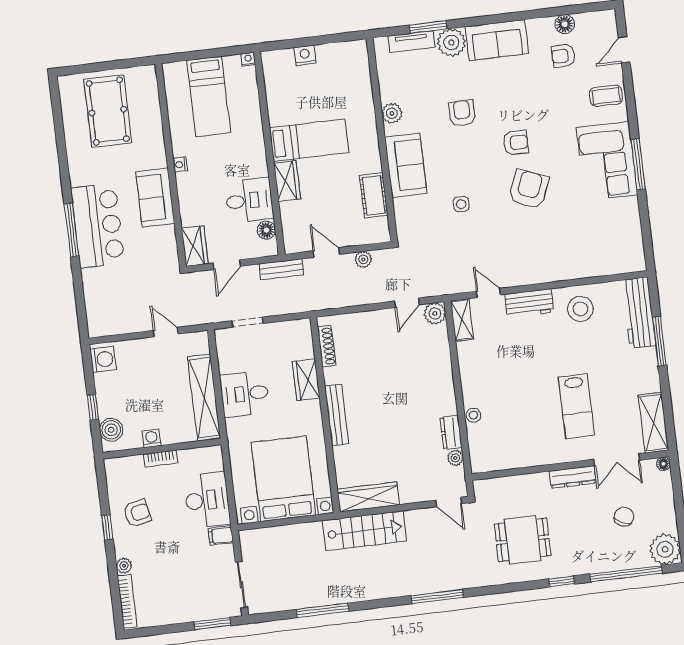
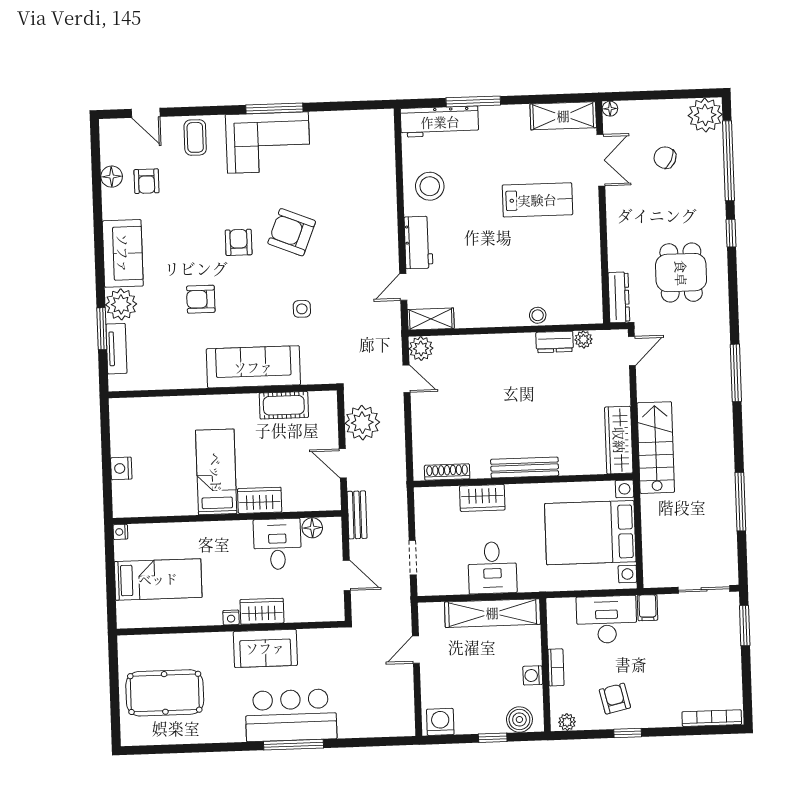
plant: (392, 113) -> (194, 377), removed
sofa: (406, 165) -> (253, 367), width x1.36
wardrobe: (195, 246) -> (262, 611), moved
door: (326, 253) -> (343, 463), hinge flipped
plant: (363, 259) -> (362, 423), width x1.87, depth x1.87
dresser: (572, 477) -> (619, 297), moved
plant: (124, 566) -> (567, 722), moved

